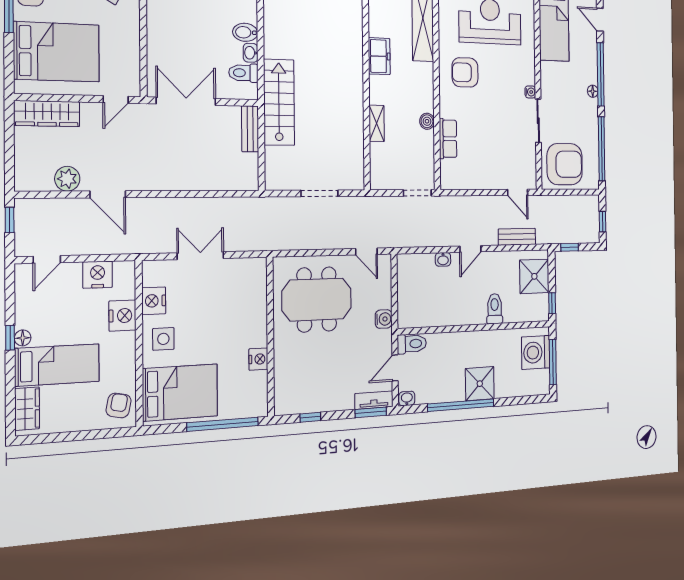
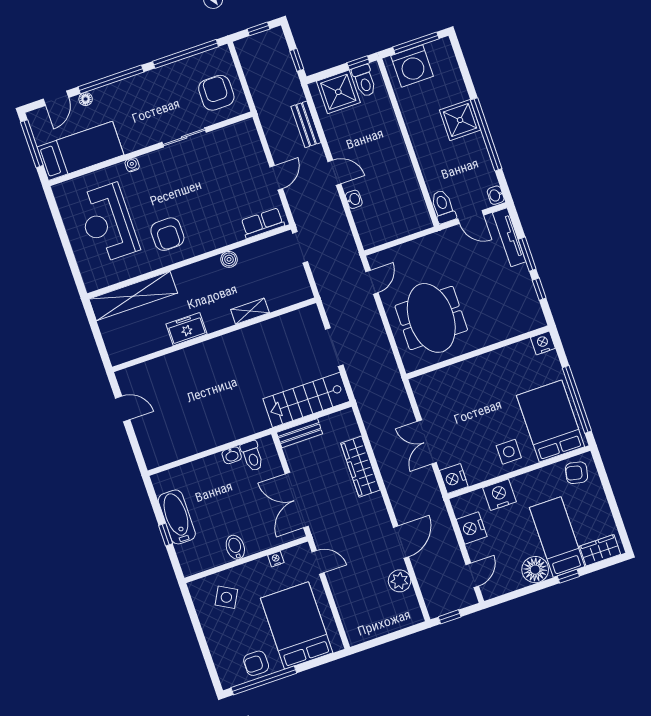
bidet: (245, 32) -> (235, 547), moved, turned 180
nightstand: (134, 57) -> (276, 559), added
floor lamp: (593, 91) -> (86, 99), moved
water cooler: (530, 92) -> (132, 165), moved
stairs: (279, 102) -> (306, 400), moved
wardrobe: (47, 114) -> (360, 467), moved, turned 180
row of seats: (448, 139) -> (263, 223), moved
armchair: (565, 164) -> (216, 93), width x0.73, depth x0.73
door: (518, 192) -> (276, 178), moved
door: (47, 259) -> (472, 575), hinge flipped
nightstand: (154, 301) -> (454, 479), moved, turned 90
toilet: (495, 309) -> (364, 81), moved, turned -90
water cooler: (384, 319) -> (429, 244), removed
window: (10, 338) -> (568, 576), moved
floor lamp: (23, 338) -> (535, 570), width x1.89, depth x1.89
nightstand: (258, 359) -> (543, 343), moved
tv unit: (374, 400) -> (509, 237), width x1.41
window: (371, 412) -> (527, 254), moved
window: (223, 424) -> (577, 399), moved

